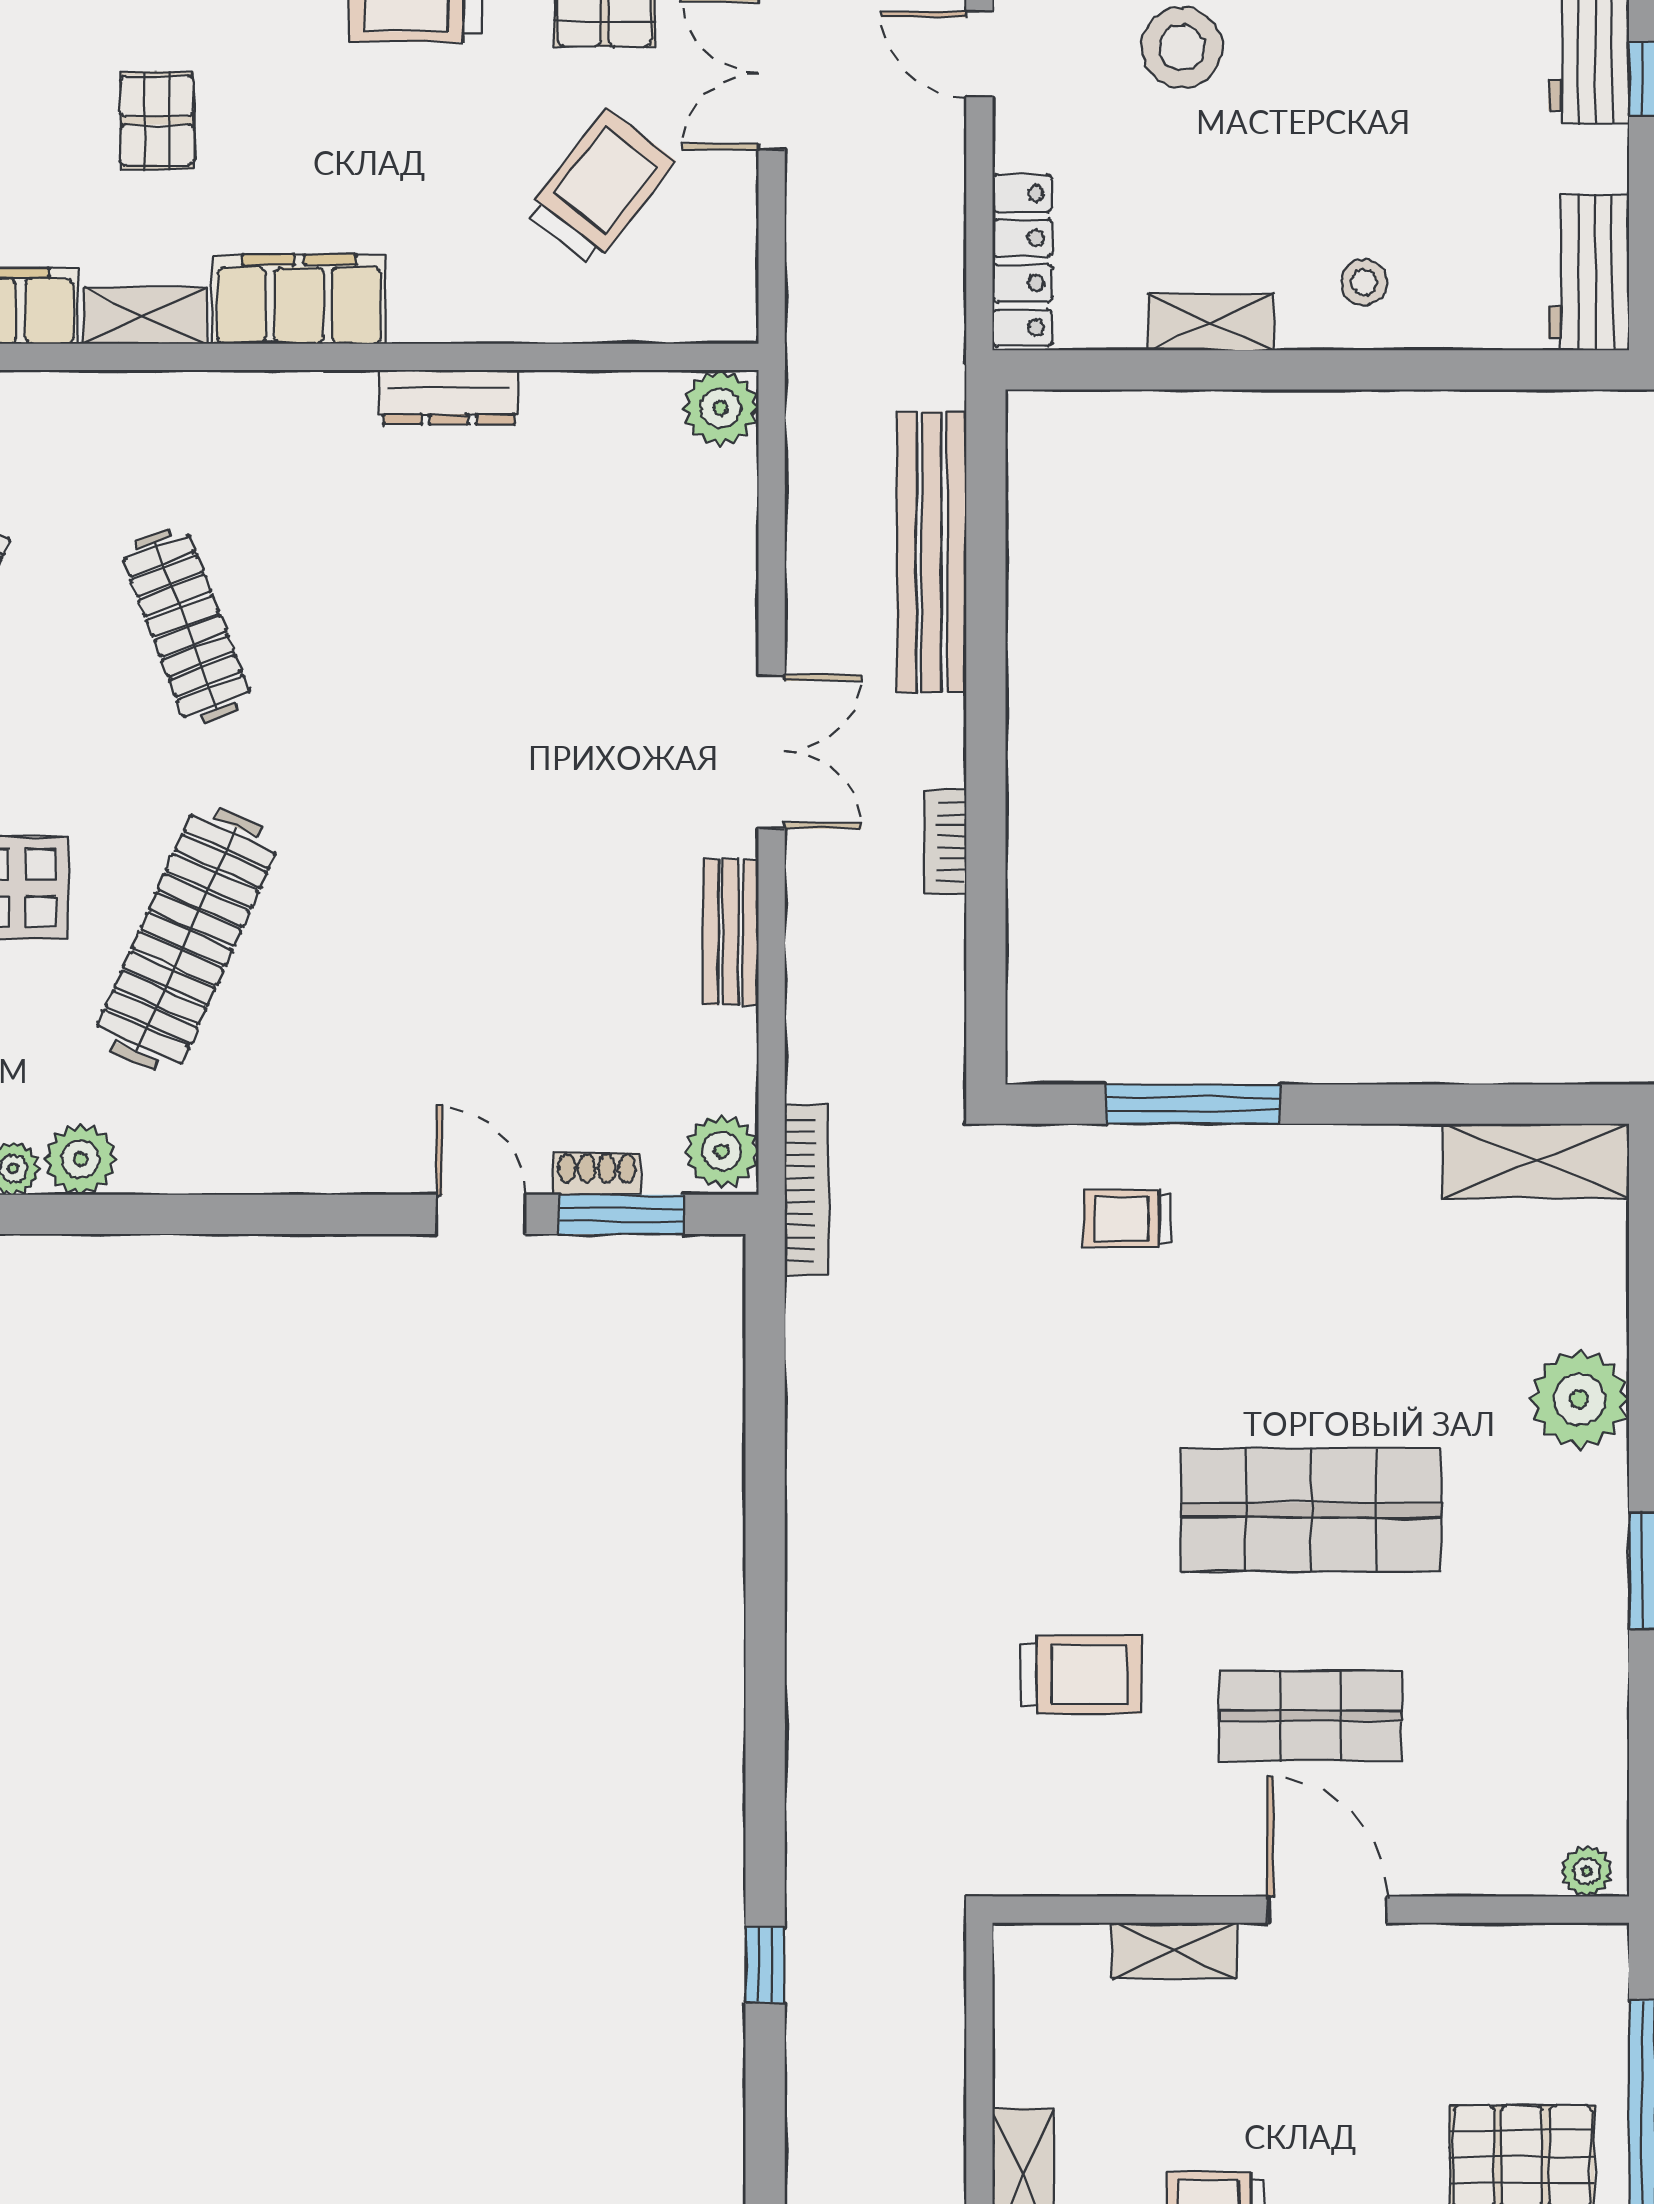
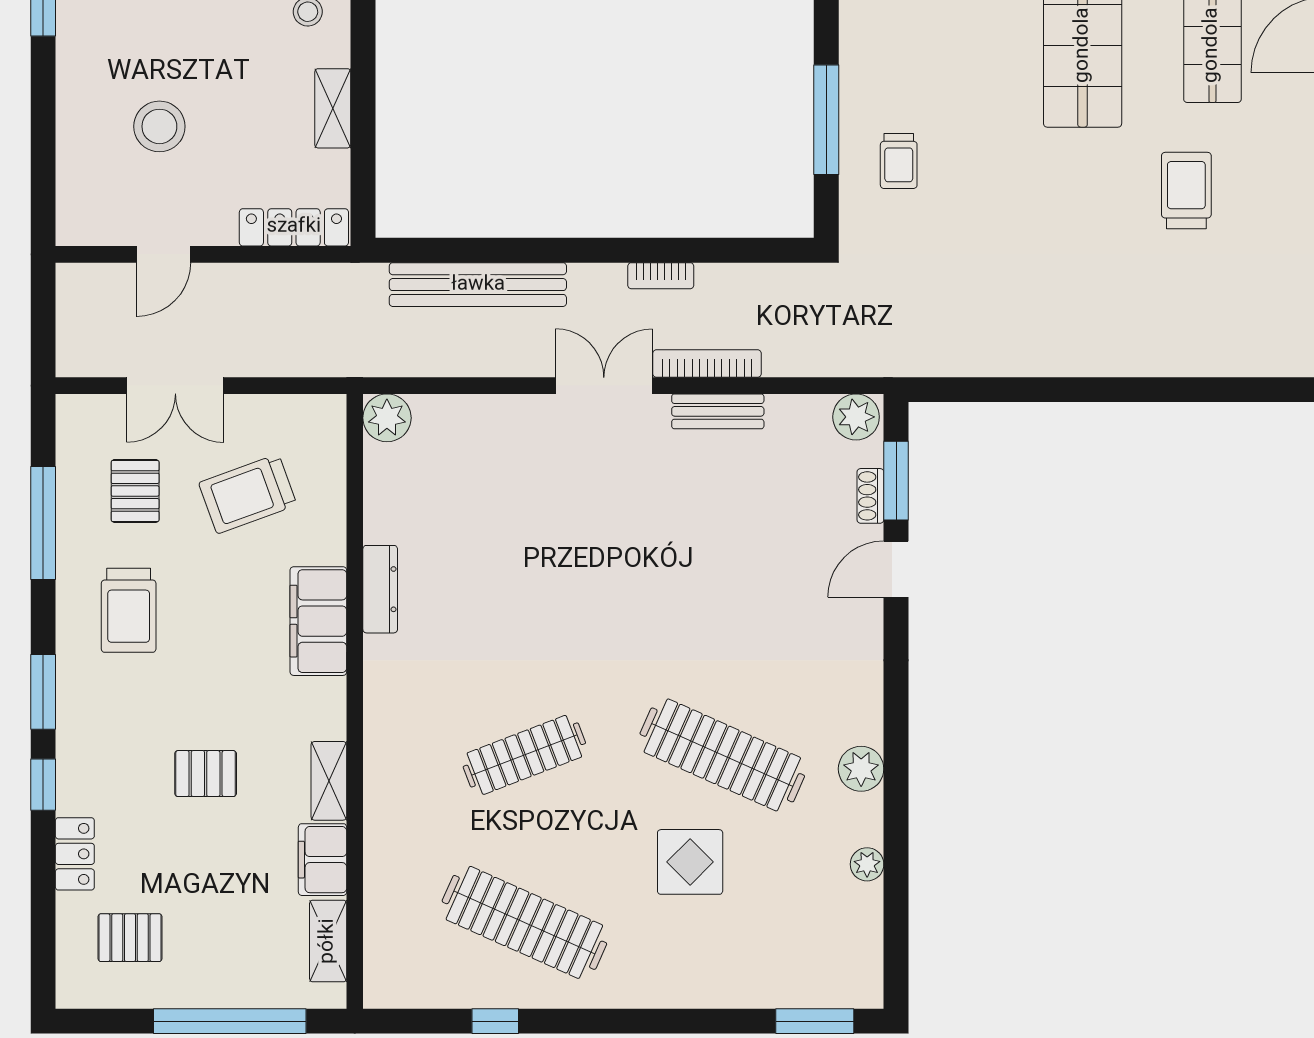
trolley: (600, 187) -> (248, 494), turned -58
filing cabinet: (299, 299) -> (318, 621), moved
plant: (81, 1159) -> (861, 769), moved
bookcase: (806, 1190) -> (707, 364), moved

